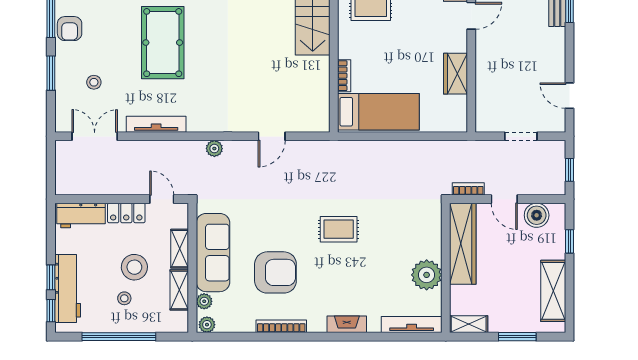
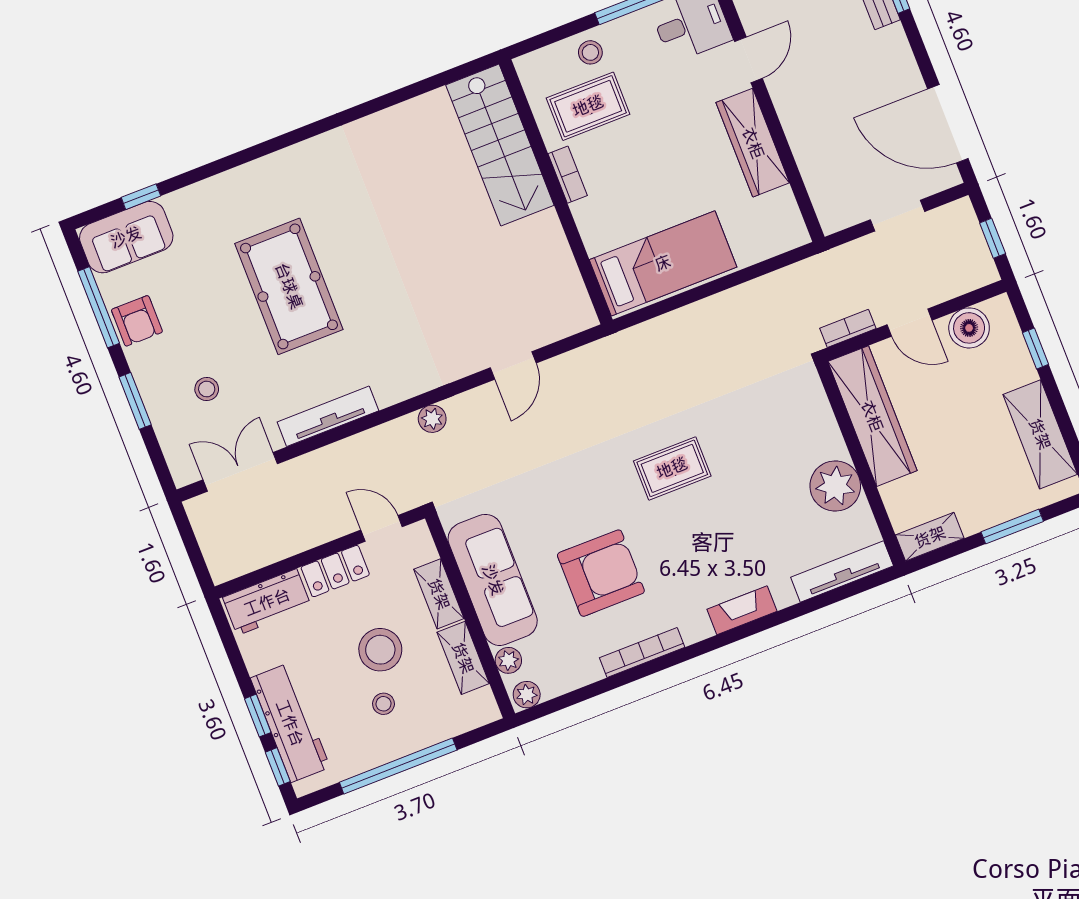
wardrobe: (455, 74) -> (753, 143), width x1.50
bookcase: (344, 76) -> (568, 175), moved
door: (569, 96) -> (948, 124), width x1.87

